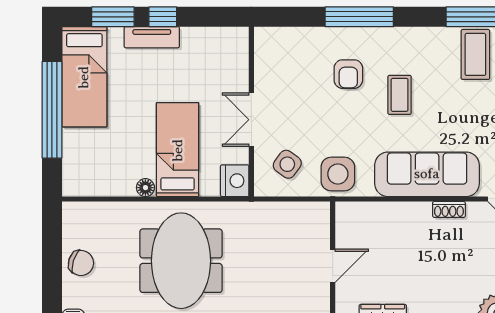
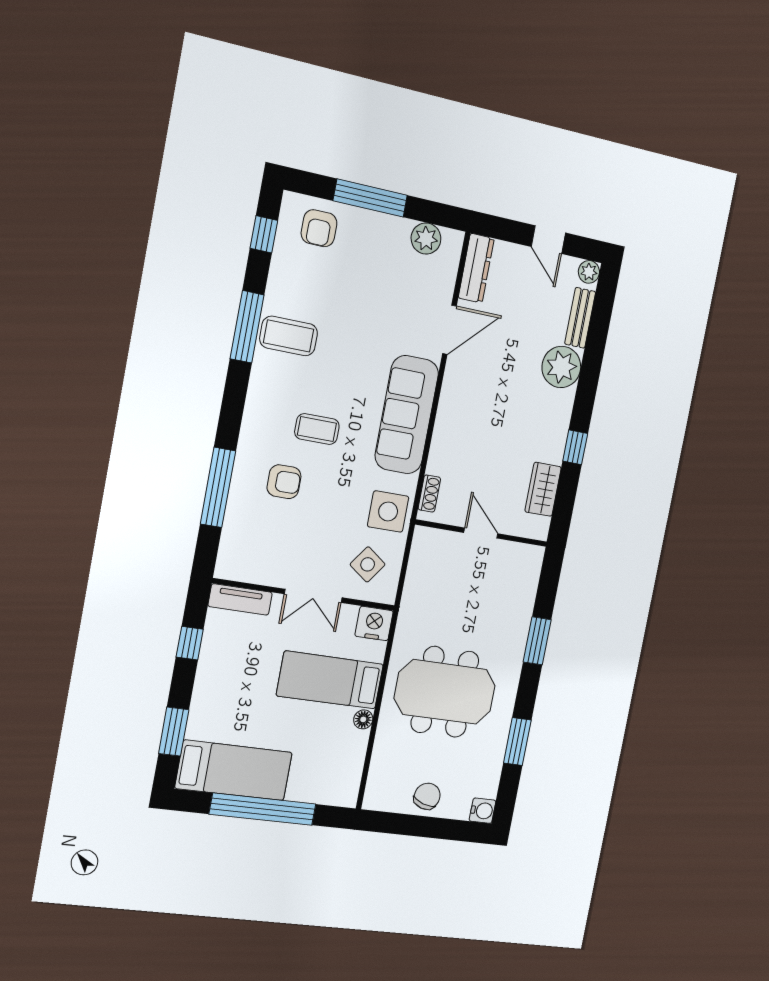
window: (163, 17) -> (190, 643), moved
window: (359, 17) -> (218, 487), moved
tv unit: (152, 37) -> (240, 599), moved, turned 90
shoe rack: (449, 209) -> (429, 494), moved

